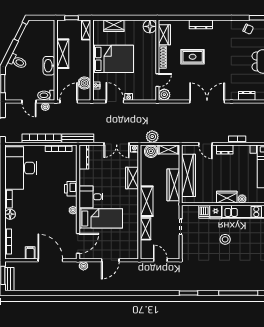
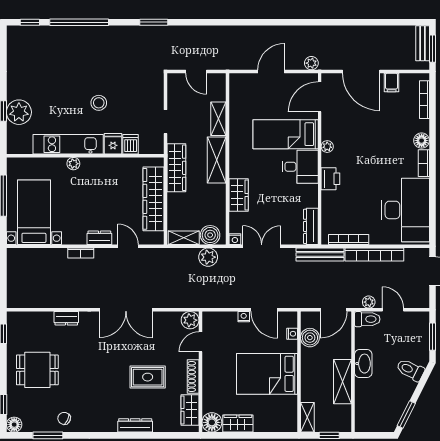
wardrobe: (114, 26) -> (238, 423), moved
wardrobe: (173, 185) -> (176, 168), moved
wardrobe: (227, 197) -> (96, 166), removed

